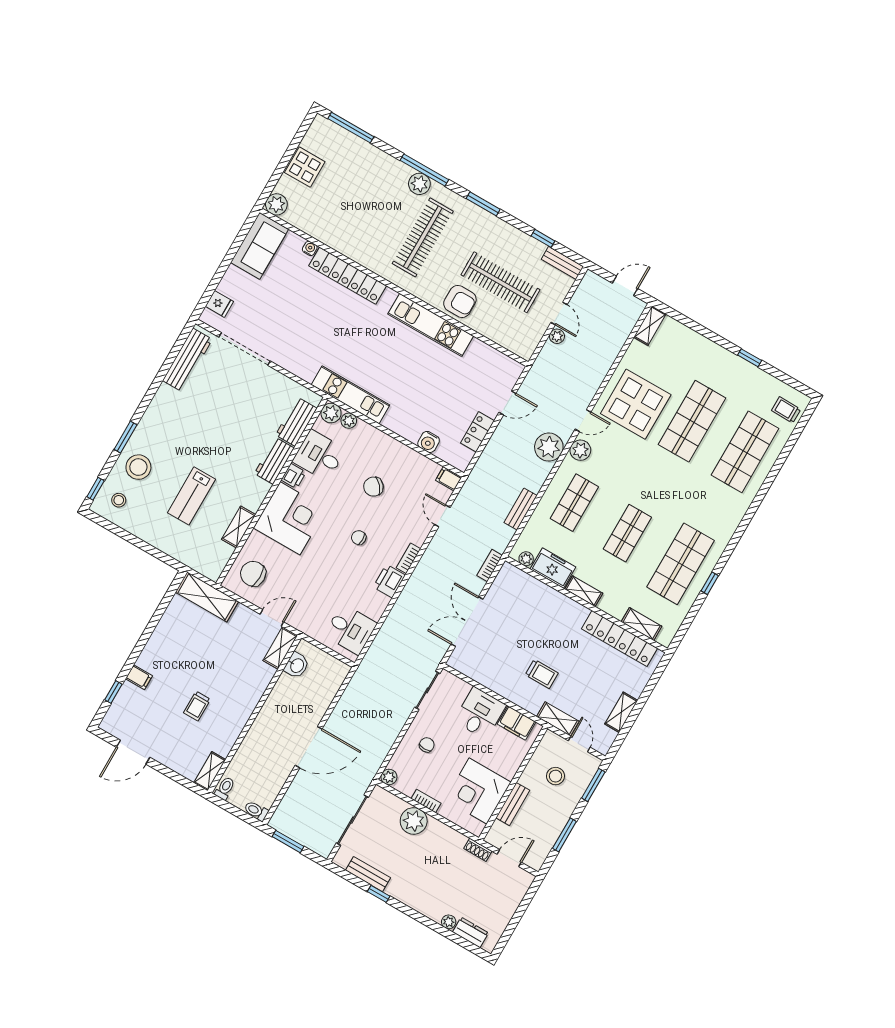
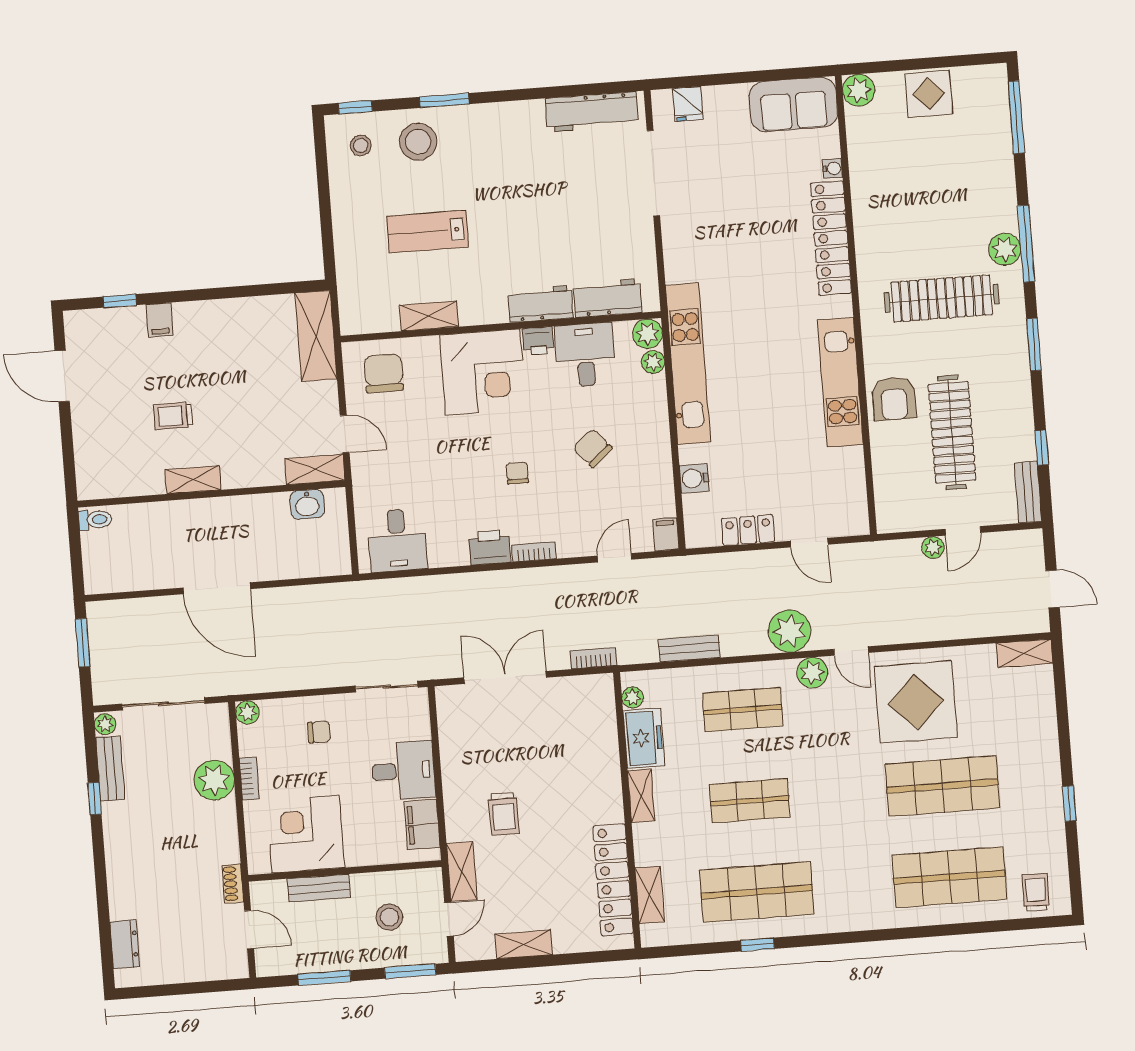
kitchen unit: (351, 395) -> (688, 364), width x1.36
shelving: (210, 771) -> (193, 480), moved
toilet: (256, 811) -> (94, 577), removed
plant: (449, 922) -> (105, 724), moved

